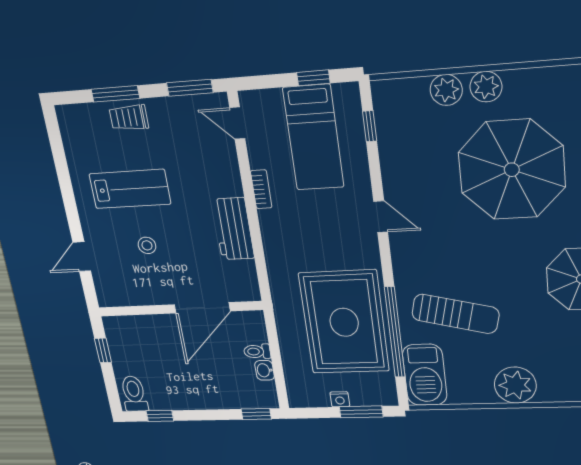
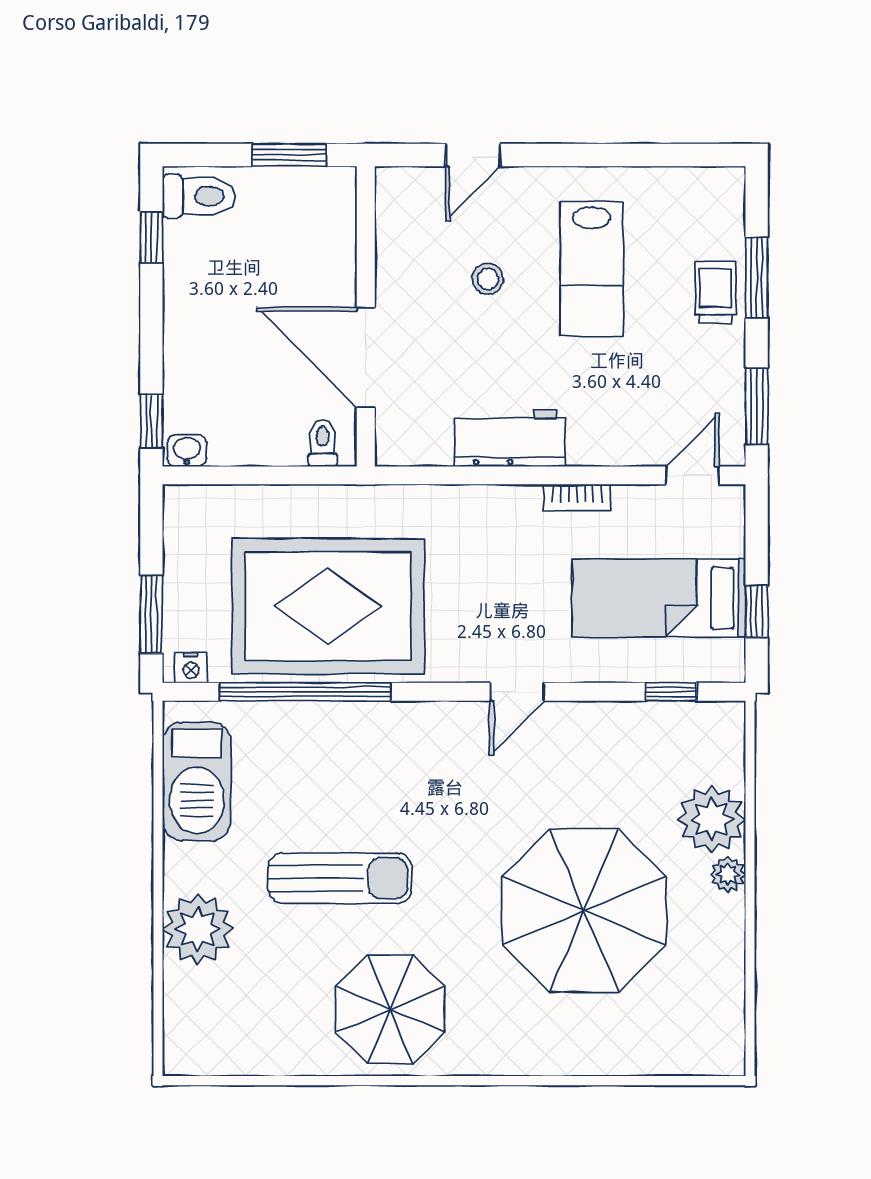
plant: (486, 87) -> (728, 874), width x0.73, depth x0.73
plant: (446, 90) -> (712, 819), width x1.36, depth x1.36
door: (82, 257) -> (473, 155), swing flipped
sun lounger: (455, 314) -> (340, 878), moved, turned -104
window: (103, 350) -> (289, 155), width x1.50
toilet: (257, 351) -> (323, 443), moved
washbasin: (265, 370) -> (187, 451), moved
barbecue: (425, 375) -> (197, 781), moved, turned -90
plant: (515, 385) -> (198, 929), moved
nightstand: (340, 399) -> (191, 668), moved, turned -90

